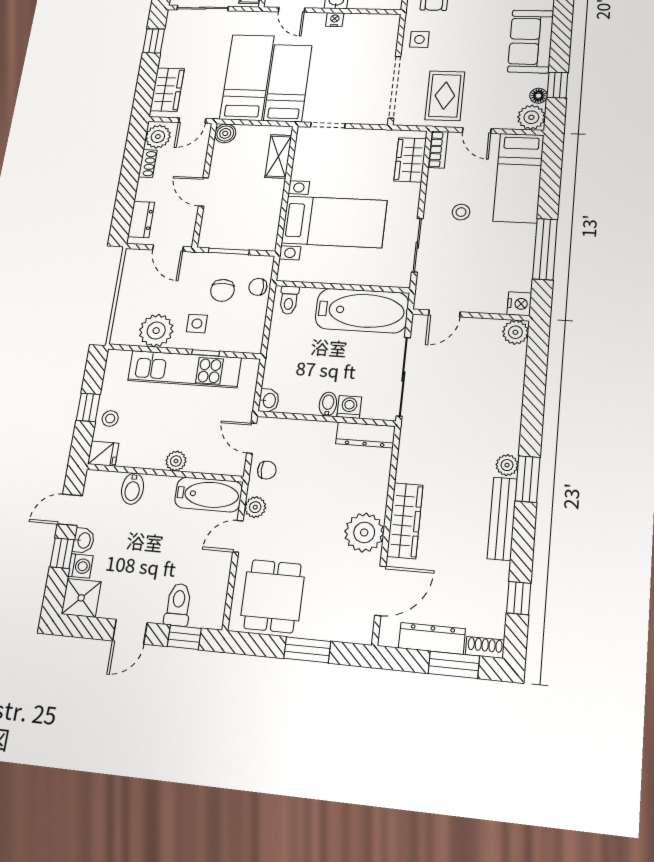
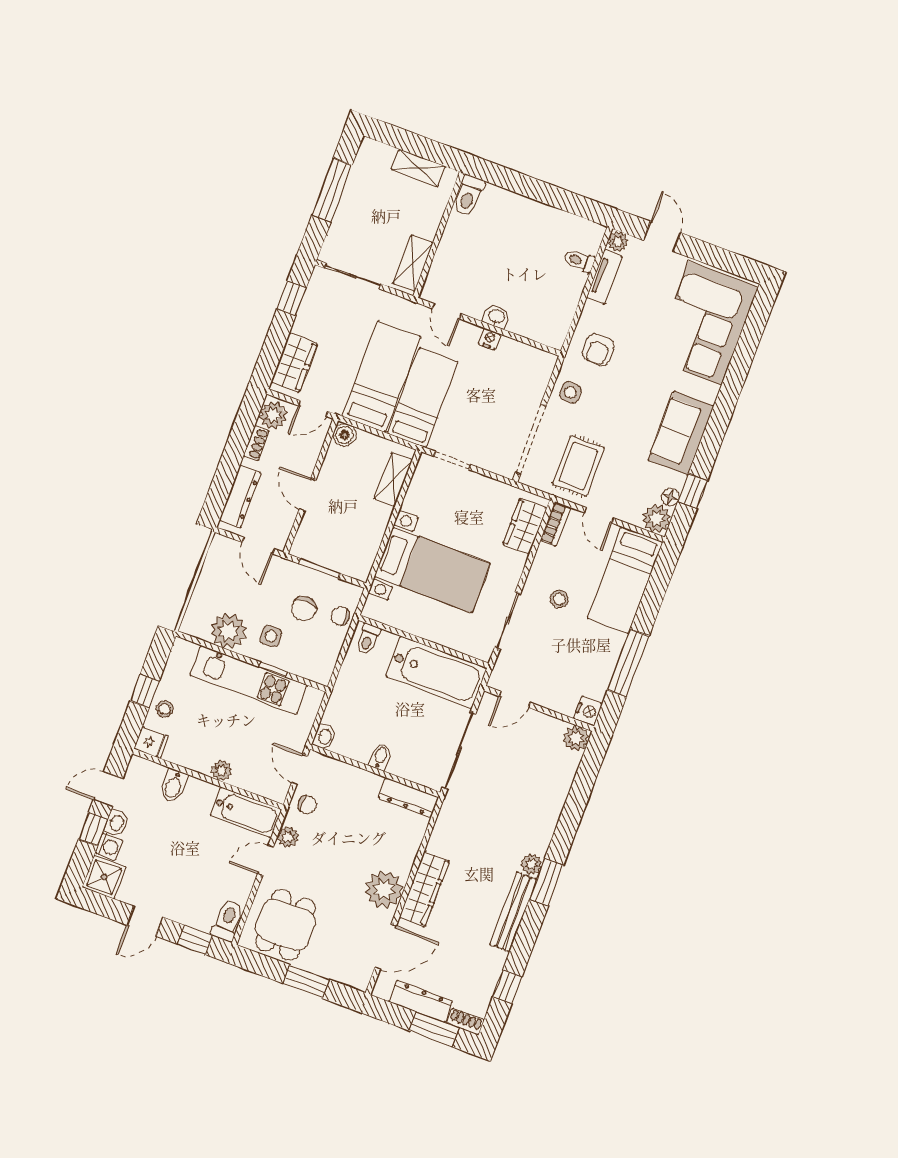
dresser: (141, 220) -> (240, 497), width x1.44
washing machine: (349, 407) -> (400, 766), removed
toilet: (178, 605) -> (227, 920), moved

